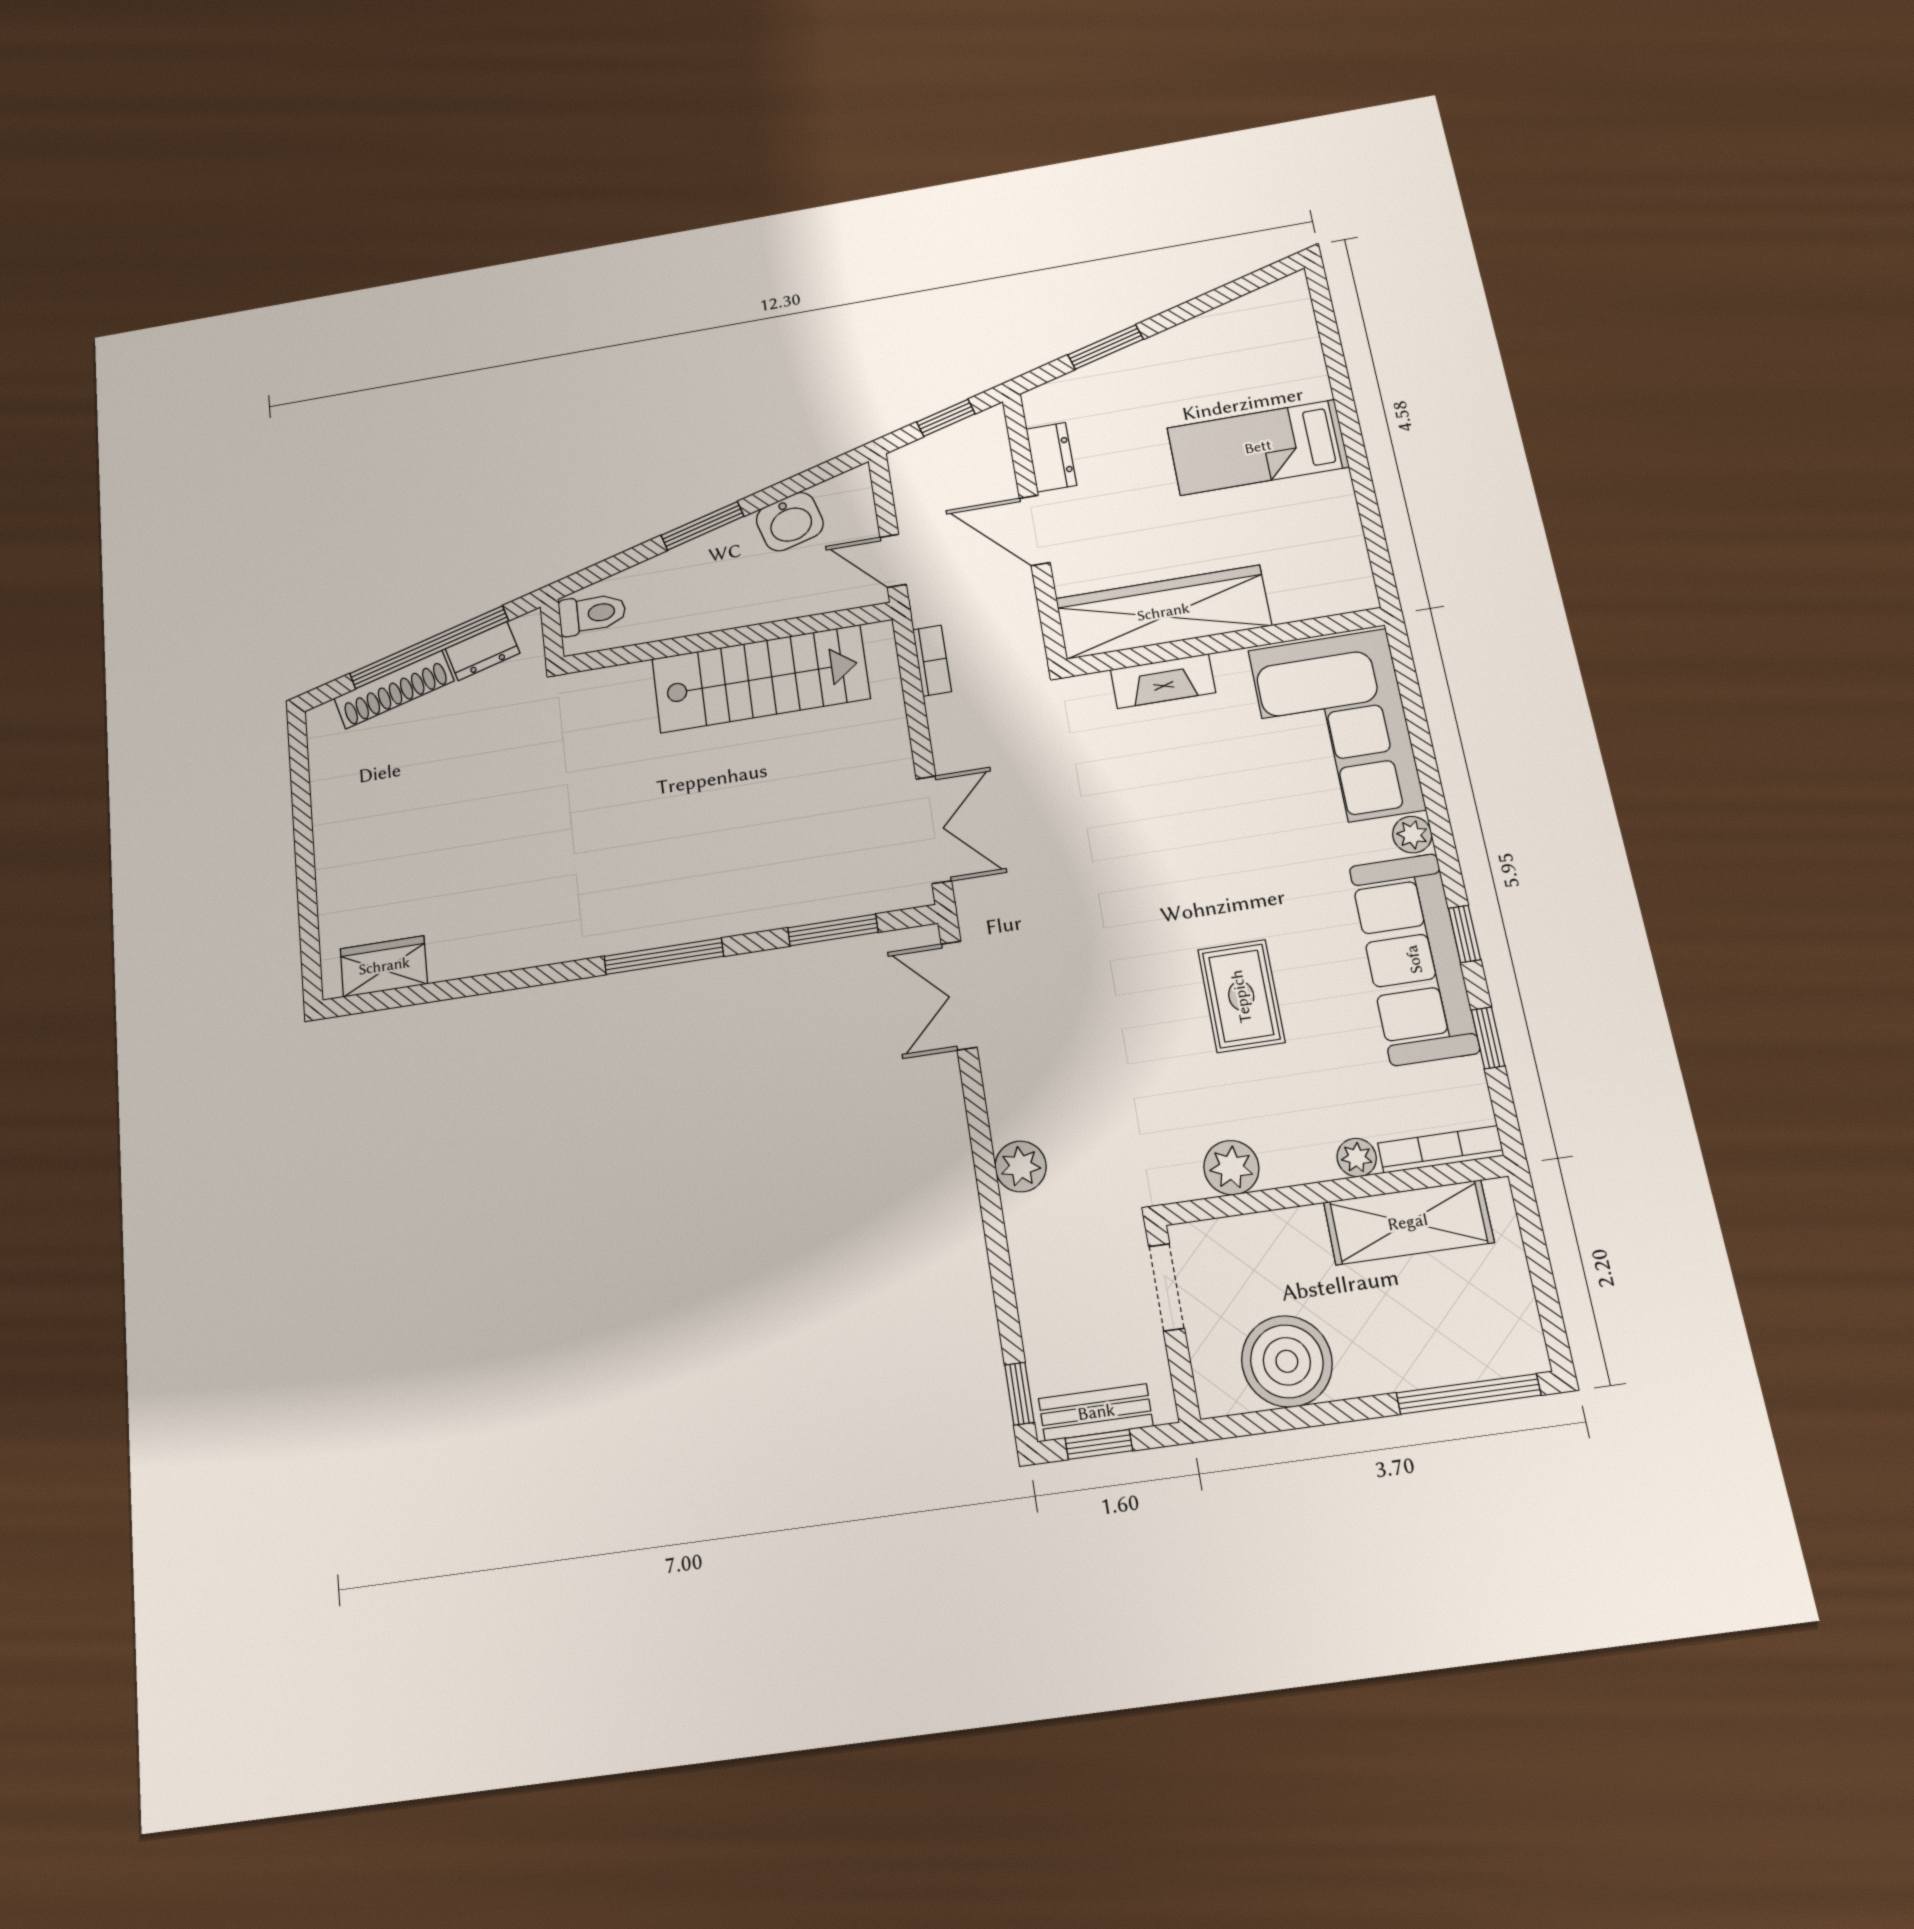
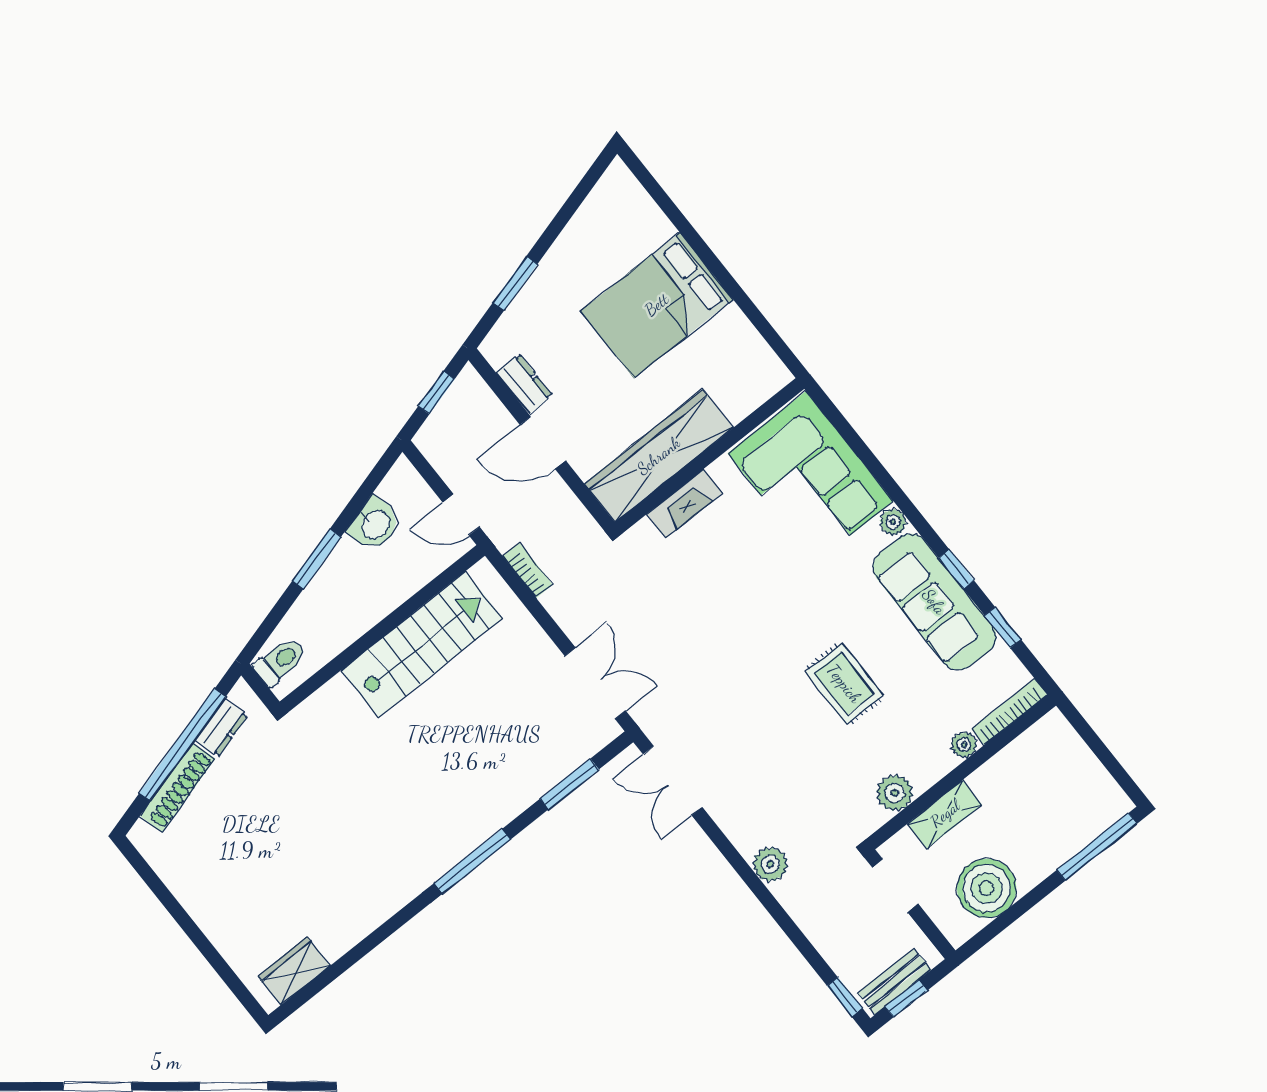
bed: (1258, 447) -> (657, 305), width x1.50
shelving: (1408, 1222) -> (945, 814), moved, width x0.67, depth x0.75

